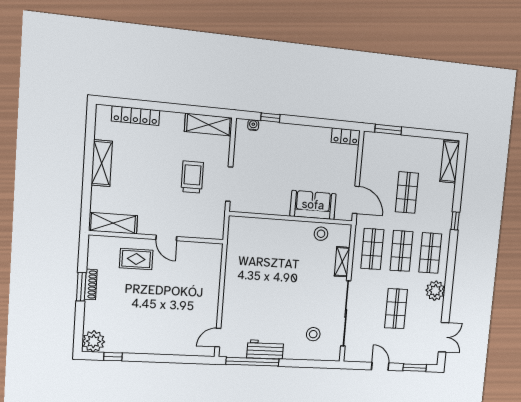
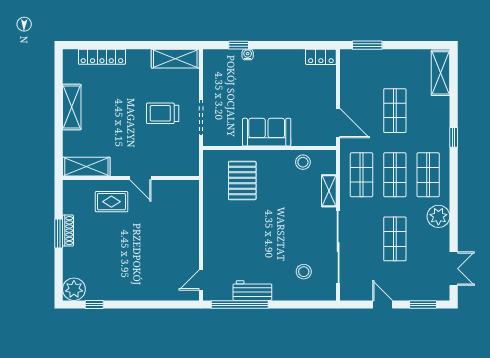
water cooler: (253, 125) -> (248, 54), moved
trolley: (192, 177) -> (163, 113), turned -90
sofa: (313, 205) -> (267, 132), moved
pallet: (264, 247) -> (242, 180), added

